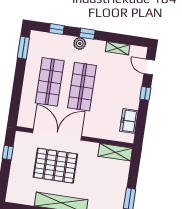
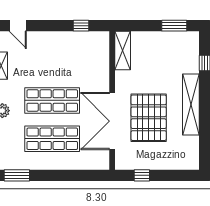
door: (149, 67) -> (18, 26), hinge flipped
window: (145, 93) -> (81, 26), moved
freezer: (129, 121) -> (84, 40), removed

